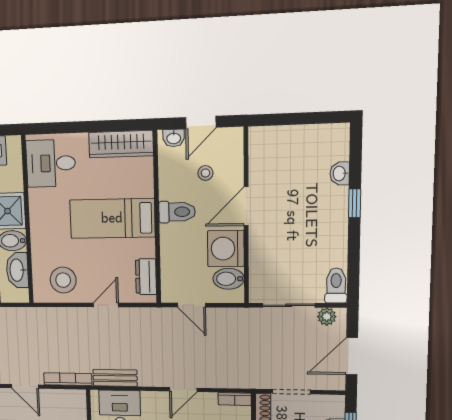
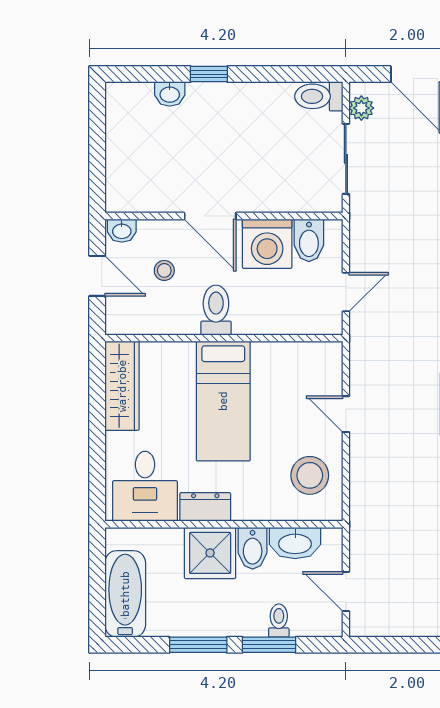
washbasin: (174, 138) -> (122, 231), moved, turned 90
dresser: (146, 277) -> (205, 507), moved, turned 180

